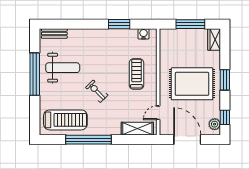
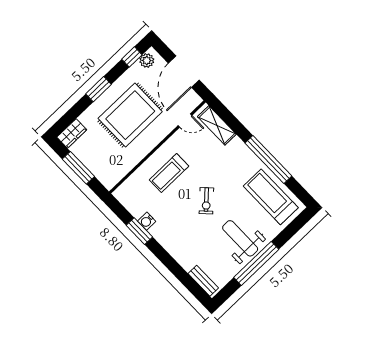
water cooler: (144, 34) -> (147, 221), moved
weight bench: (63, 68) -> (240, 238), moved
rug: (192, 84) -> (130, 115), turned 90
exercise bike: (97, 91) -> (206, 201), moved

